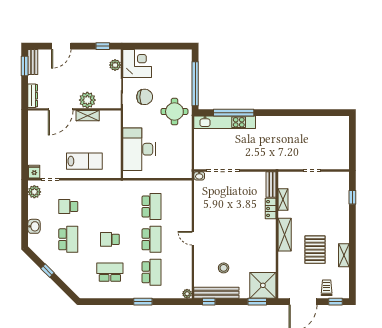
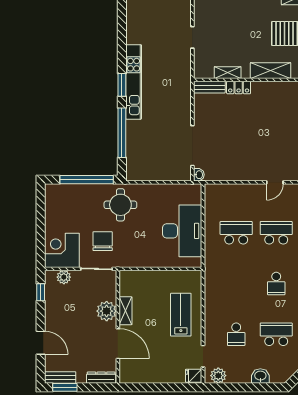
window: (273, 113) -> (122, 85), added
kitchen unit: (225, 122) -> (134, 82), moved
desk: (139, 149) -> (182, 231), moved, turned -90

